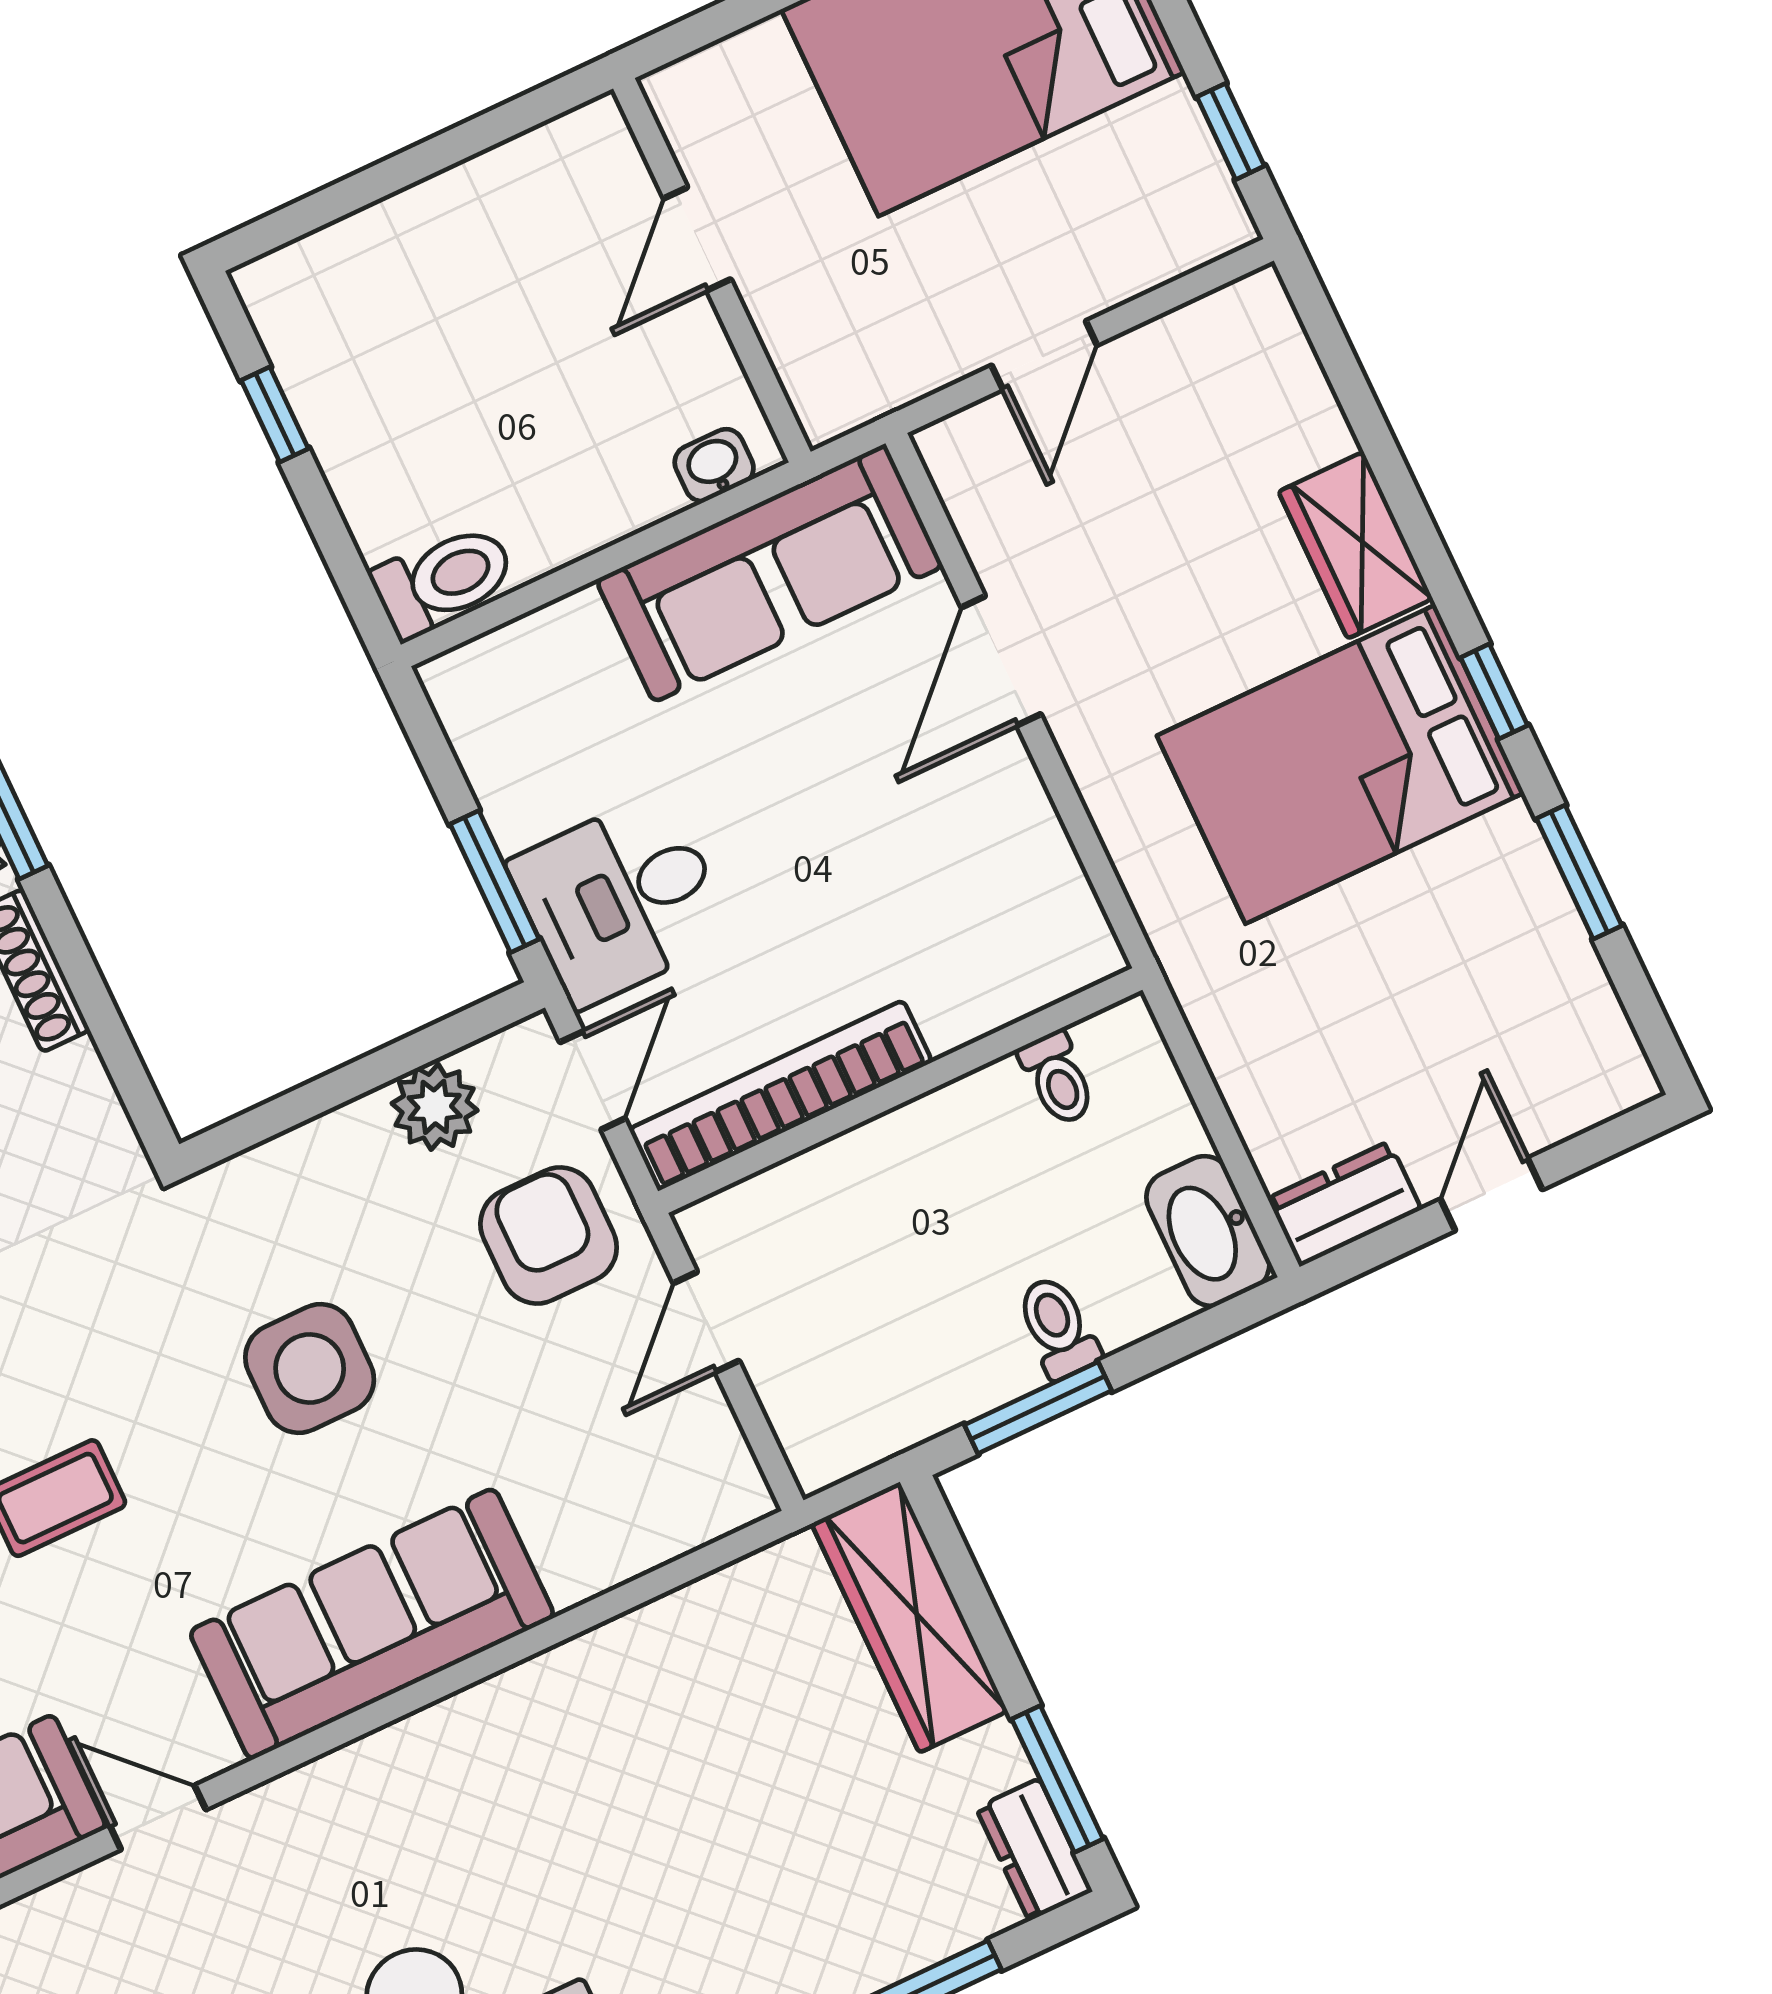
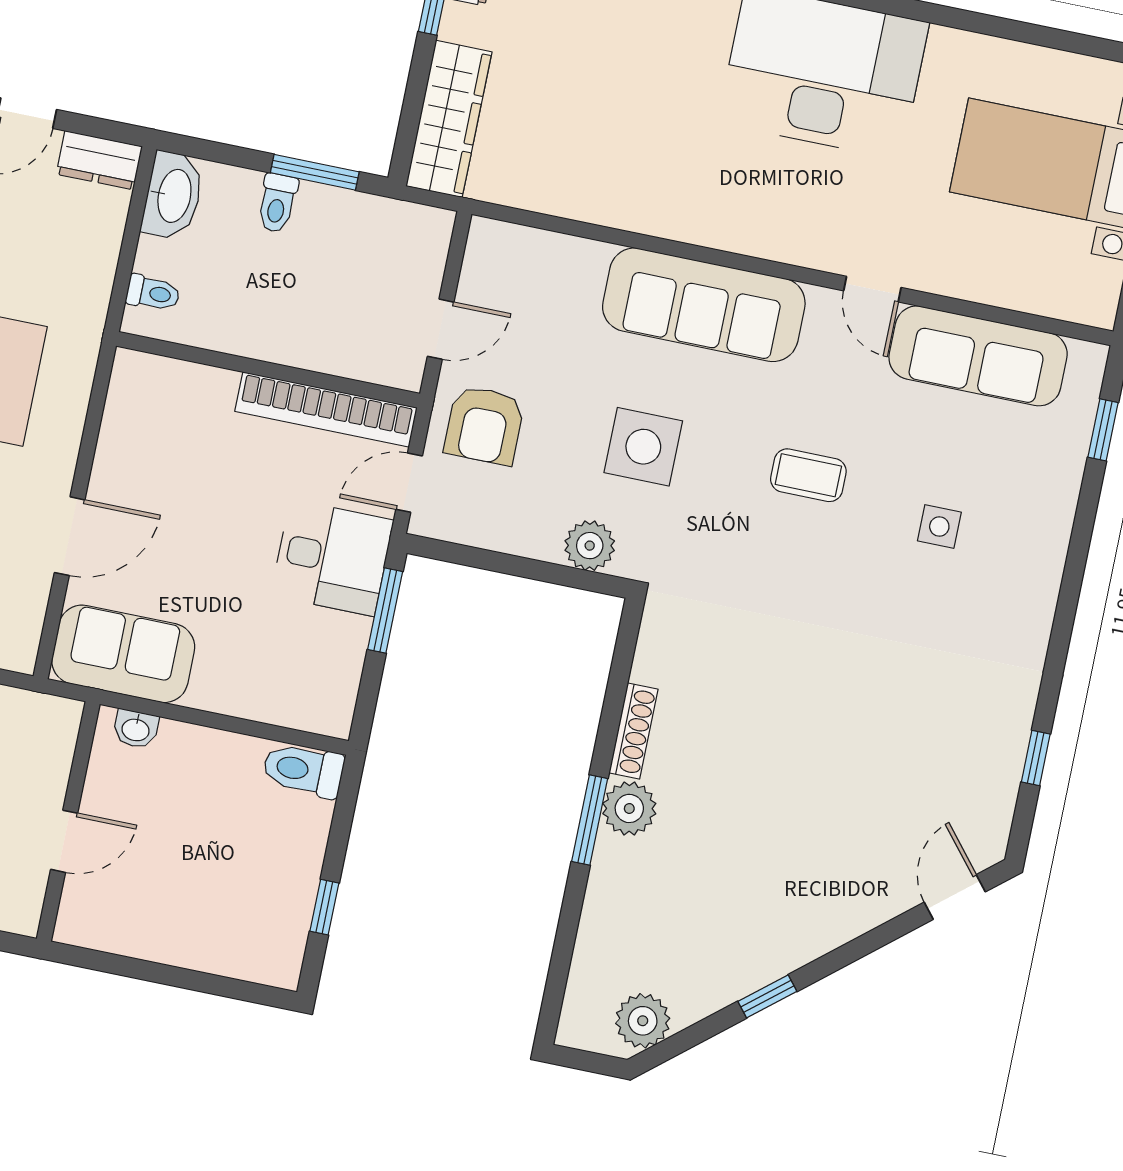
sofa: (769, 573) -> (123, 654), width x0.73
toilet: (1057, 1078) -> (153, 293), moved, turned 90
plant: (435, 1107) -> (590, 546), moved

